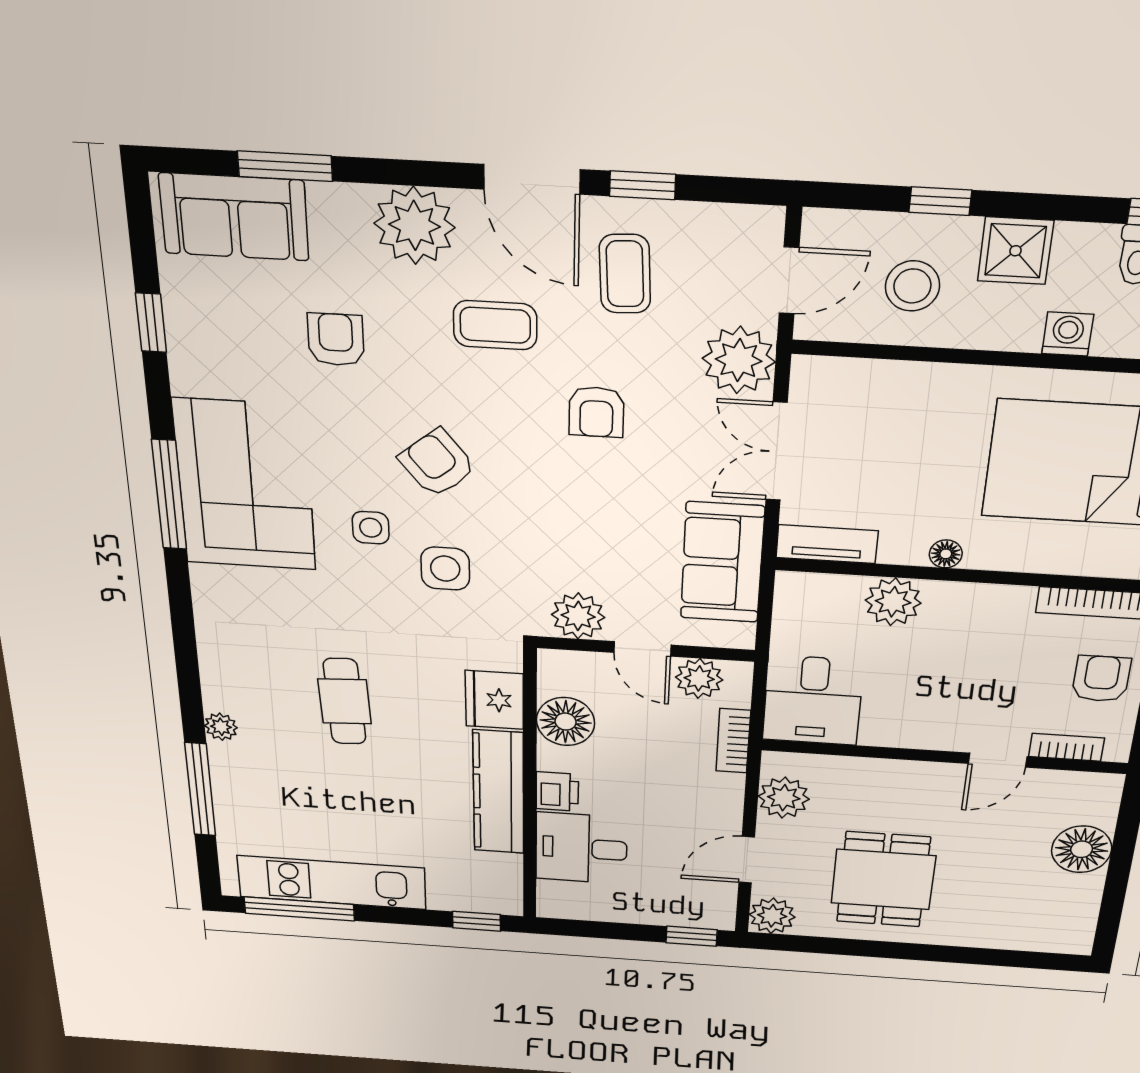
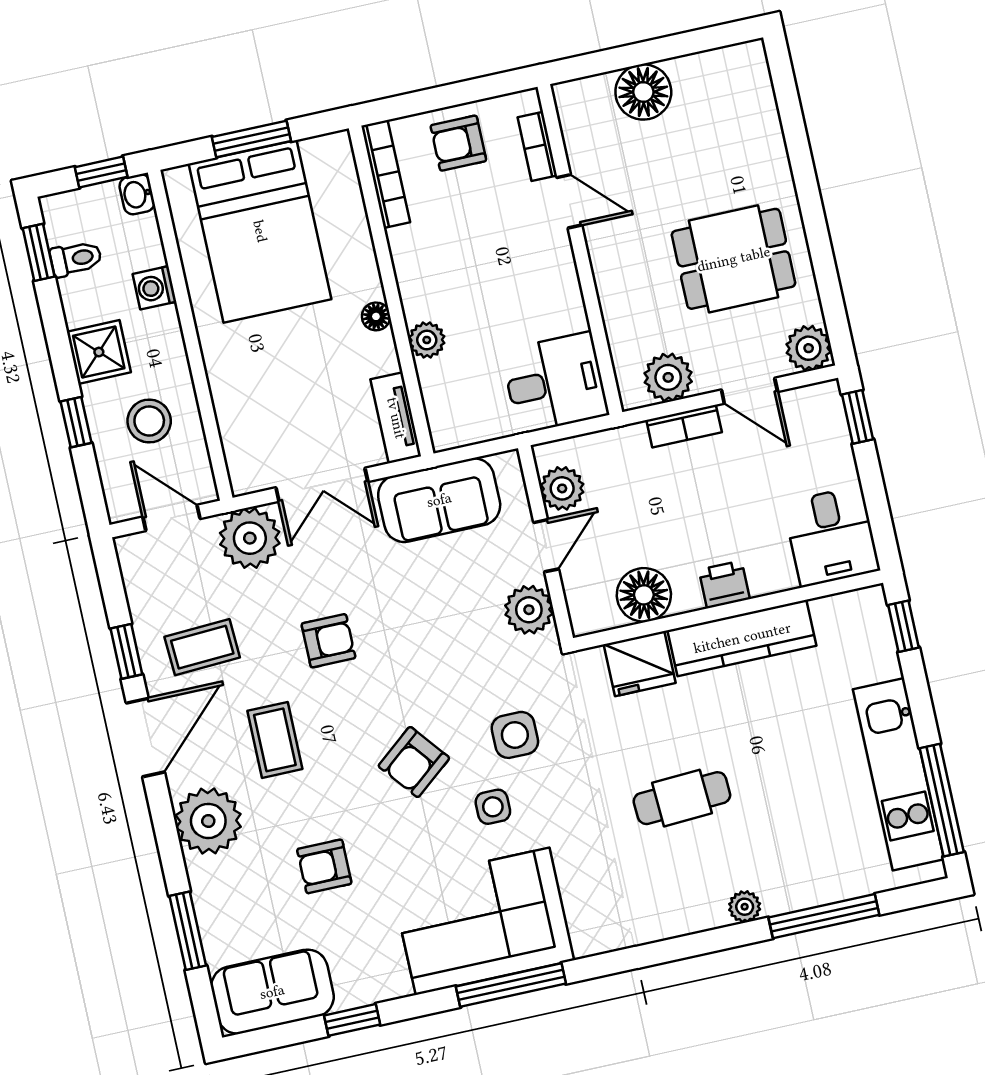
sofa: (234, 217) -> (272, 992), moved, turned -90
plant: (893, 602) -> (427, 340), width x0.73, depth x0.73
bookcase: (733, 741) -> (684, 426), moved
desk: (581, 848) -> (831, 536), moved

